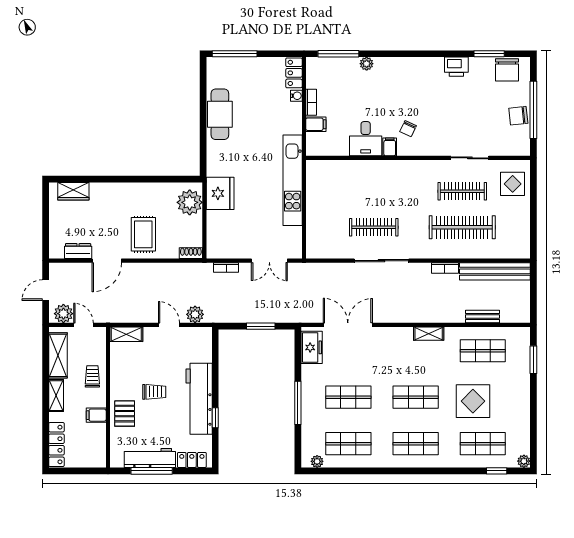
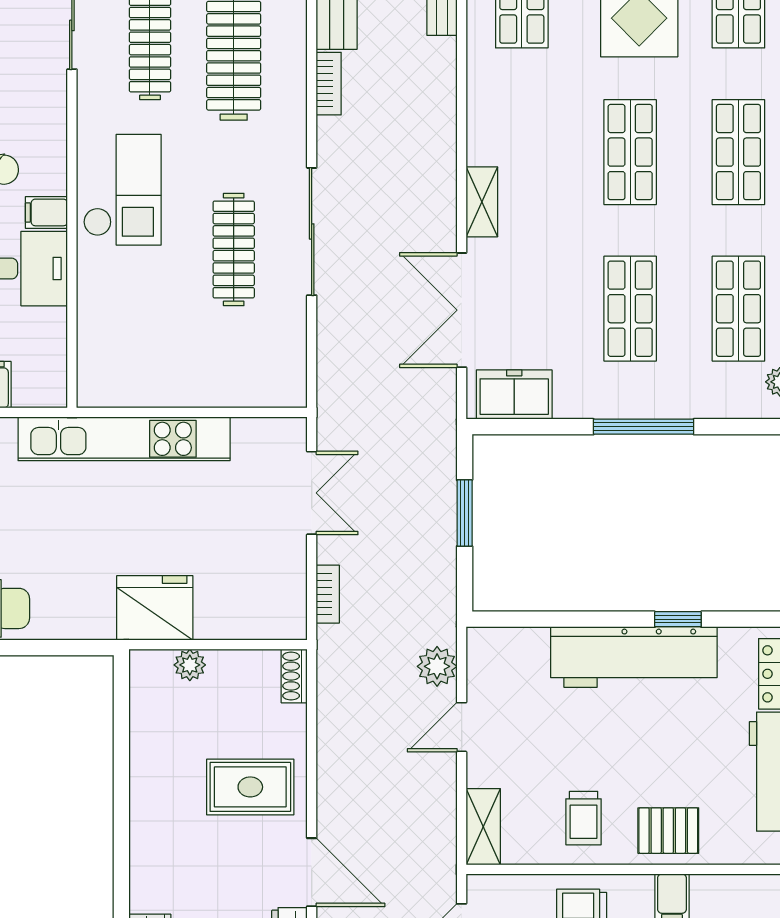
checkout: (399, 179) -> (122, 190), added
plant: (190, 202) -> (190, 665), width x0.53, depth x0.53
shelving: (429, 334) -> (482, 202), moved
trolley: (154, 392) -> (584, 818), moved, turned 180

